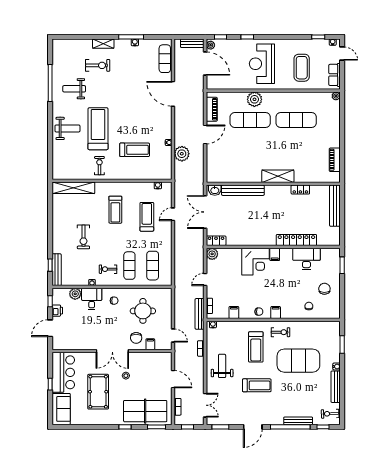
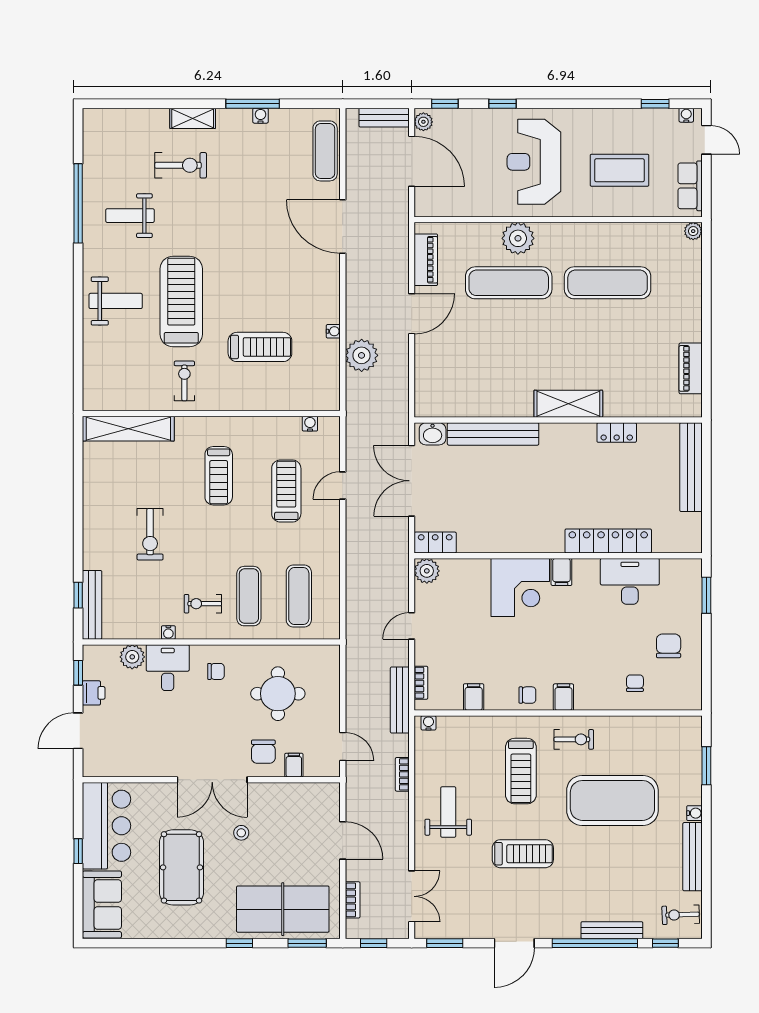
coffee table: (302, 68) -> (620, 170), turned 90

